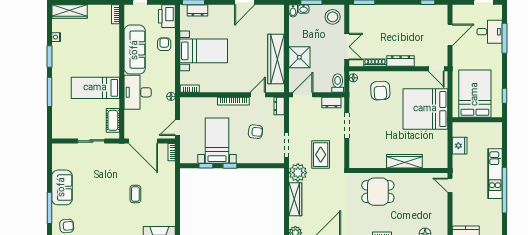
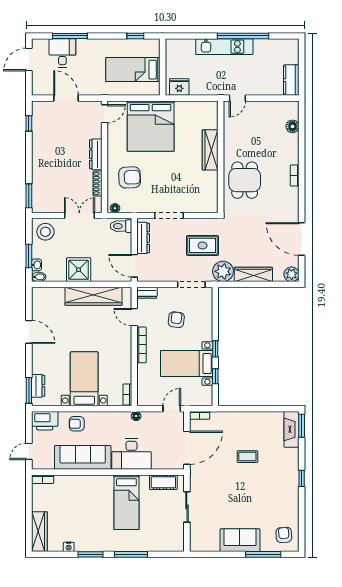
shower: (299, 57) -> (79, 270), moved
bed: (475, 94) -> (133, 70), width x0.67
dresser: (331, 103) -> (143, 238), width x1.44
door: (177, 128) -> (172, 409), swing flipped
fridge: (460, 146) -> (179, 87), moved

